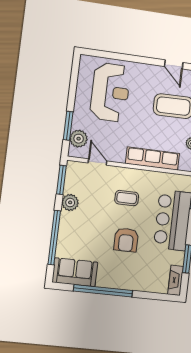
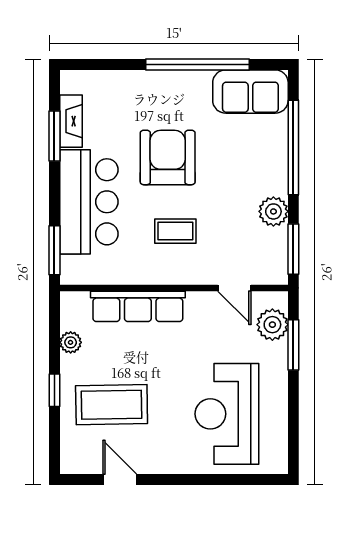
armchair: (126, 240) -> (168, 157), width x1.36, depth x1.36
fireplace: (176, 280) -> (71, 121), moved

